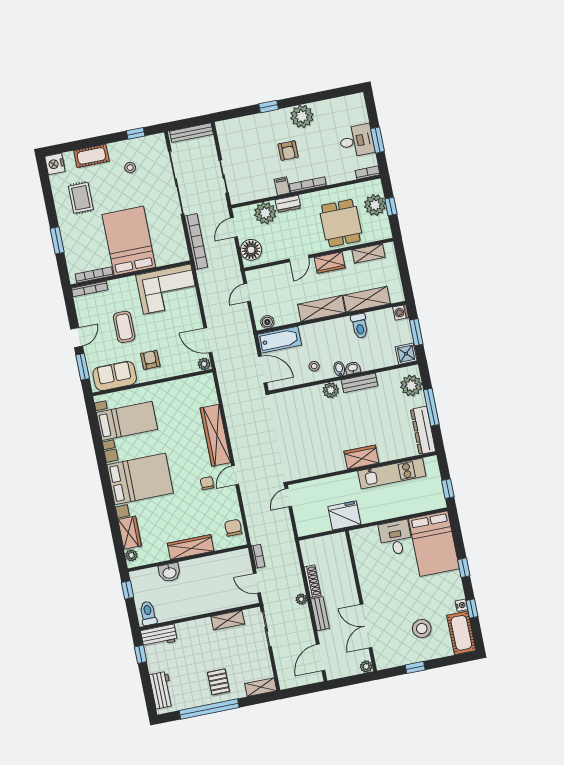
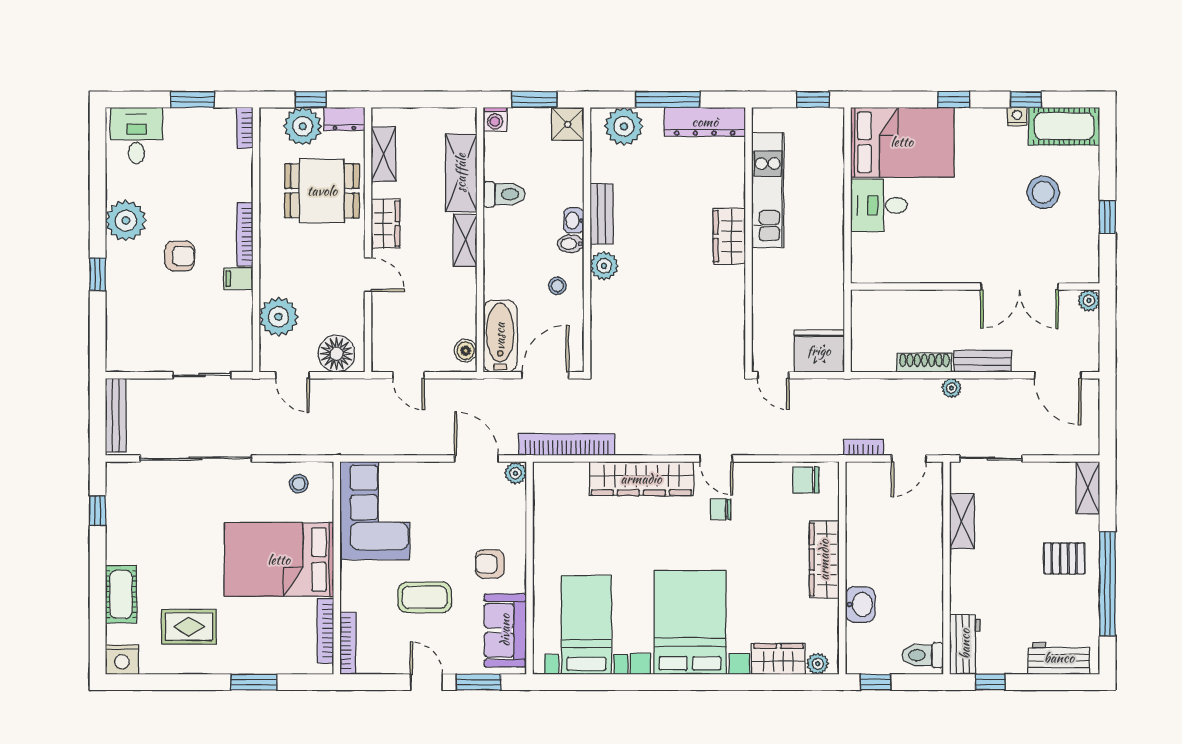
desk: (357, 141) -> (136, 135), moved
stool: (130, 168) -> (299, 484), moved
dresser: (288, 204) -> (344, 119), moved, turned 90
bookcase: (196, 241) -> (567, 445), moved
shelving: (321, 308) -> (465, 240), width x0.67, depth x0.75
door: (208, 340) -> (476, 459), swing flipped
fridge: (344, 515) -> (819, 351), moved, turned 90

